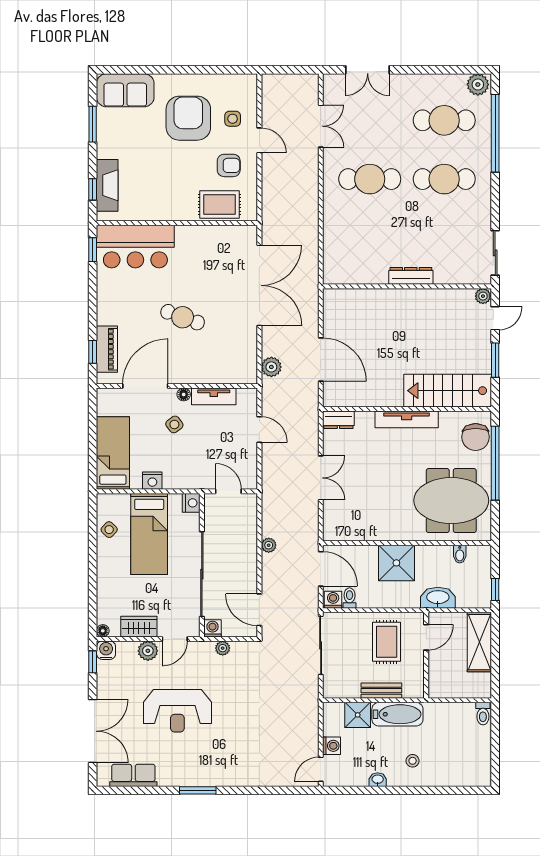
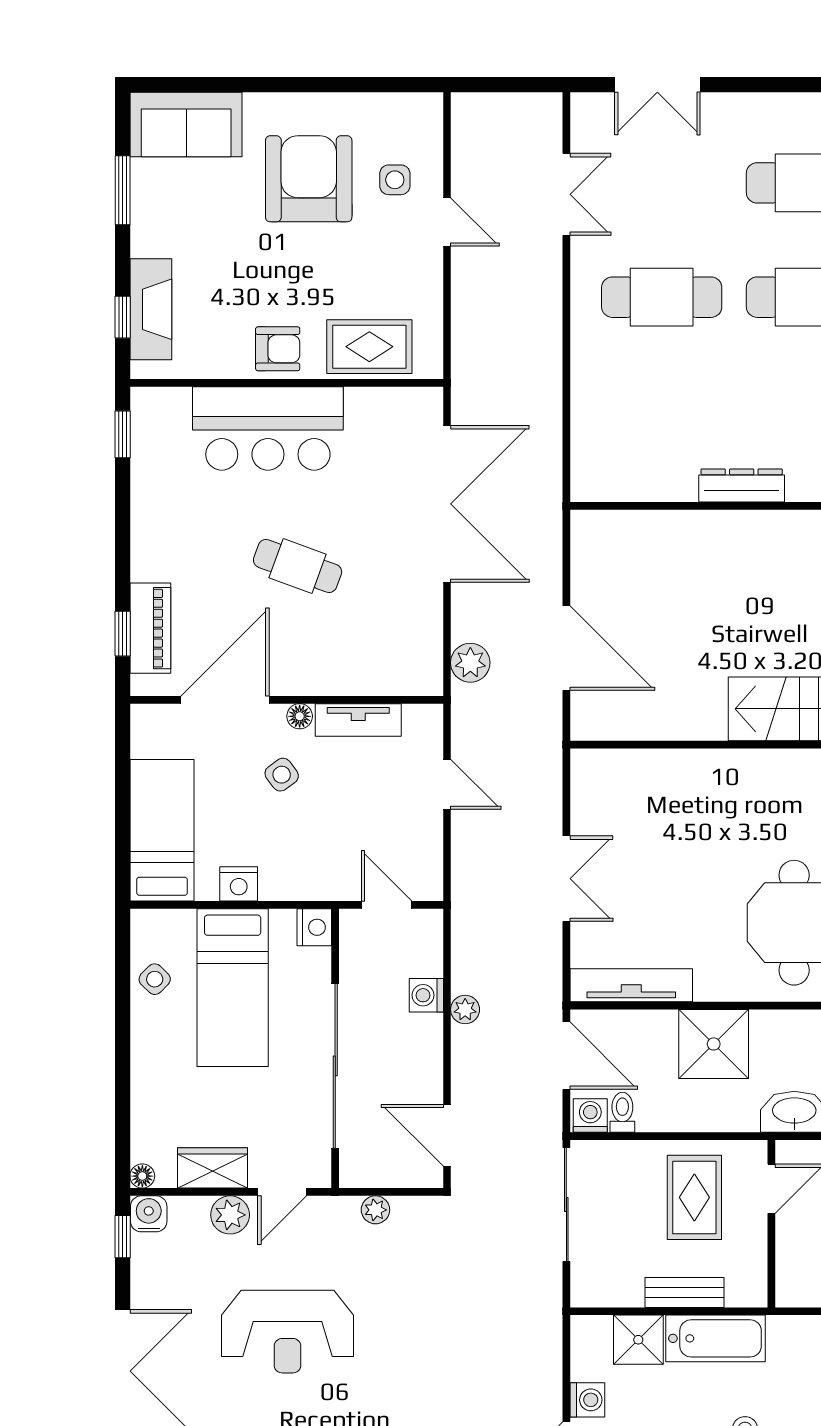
armchair: (229, 165) -> (278, 349), moved
bar counter: (135, 247) -> (268, 428), moved
tv unit: (407, 419) -> (631, 985), moved, turned 180
dresser: (338, 420) -> (601, 766), removed
washing machine: (212, 628) -> (426, 995), moved, turned -90

